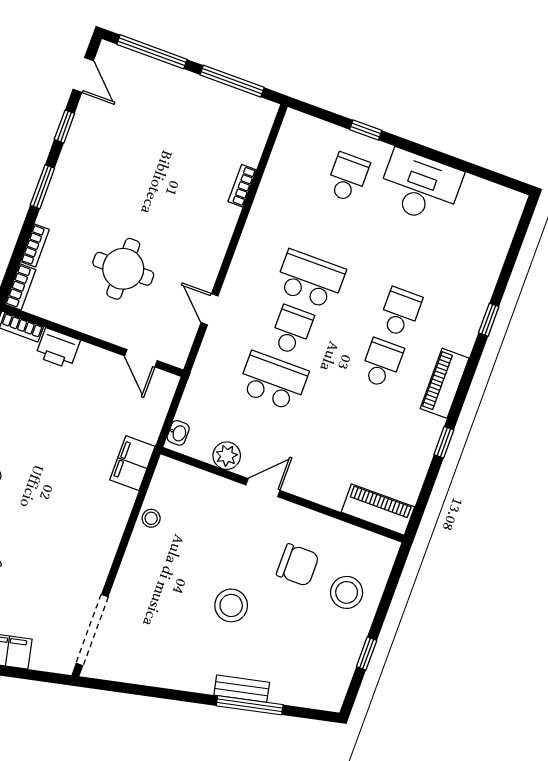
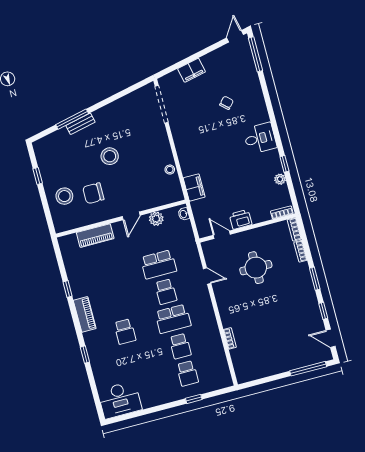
window: (232, 81) -> (265, 380), removed
desk: (420, 187) -> (120, 400), moved
printer: (58, 348) -> (241, 219), moved
school desk: (382, 363) -> (180, 346), moved
piano: (378, 510) -> (95, 236), moved

